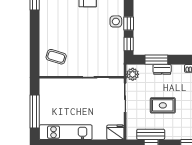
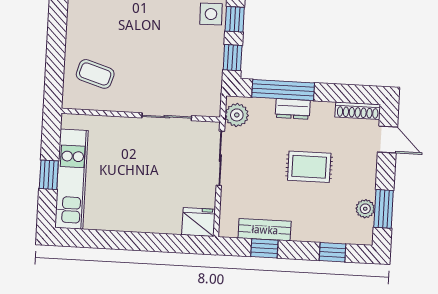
window: (156, 60) -> (283, 90), width x1.44
rug: (163, 105) -> (309, 167), moved
window: (35, 112) -> (49, 175), width x0.46
kitchen unit: (66, 132) -> (71, 179), moved, turned 90

